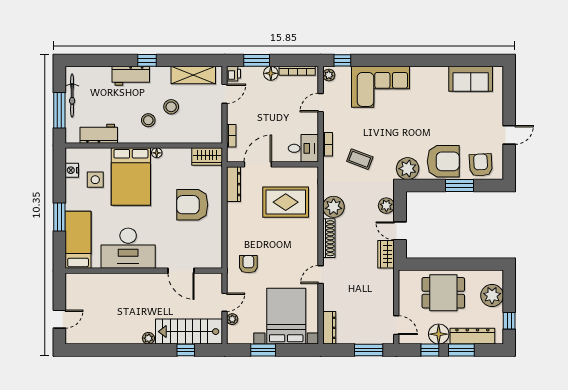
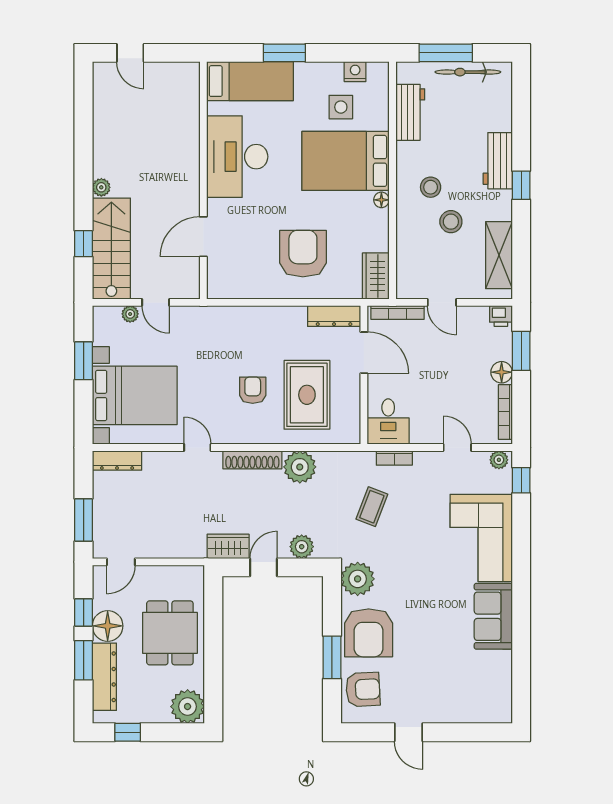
sofa: (471, 79) -> (493, 616), moved
door: (225, 94) -> (442, 302), moved
bookcase: (231, 136) -> (398, 313), width x1.56
armchair: (248, 264) -> (253, 390), moved, turned -90
plant: (492, 295) -> (188, 707), moved

